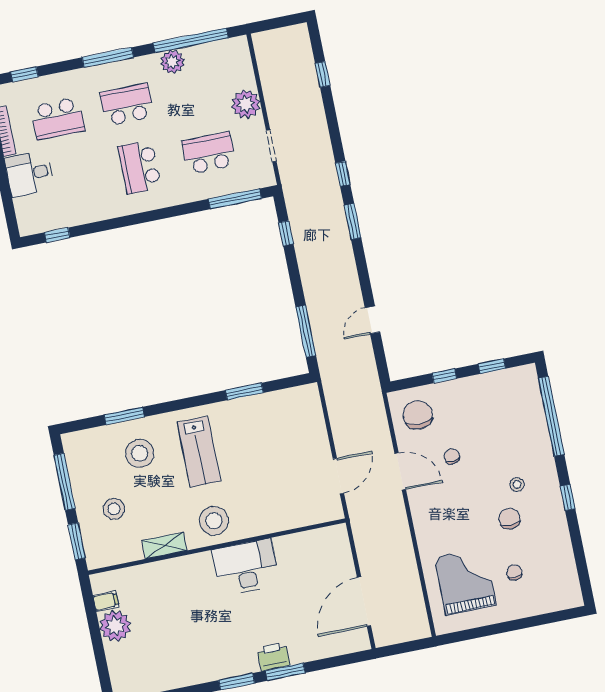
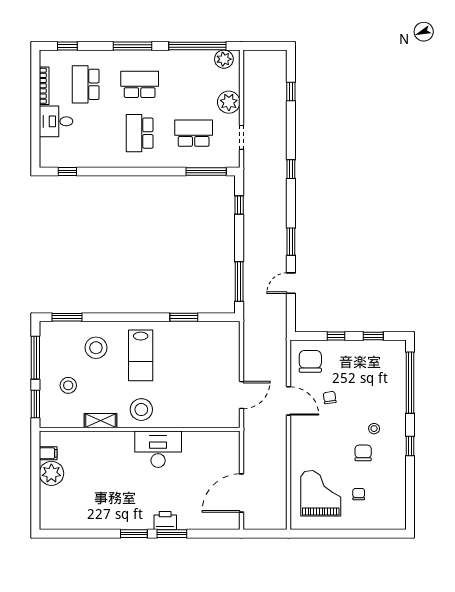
plant: (172, 62) -> (224, 59), moved
school desk: (58, 119) -> (86, 84), turned 90
window: (353, 221) -> (291, 242), moved
window: (124, 416) -> (67, 317), moved

